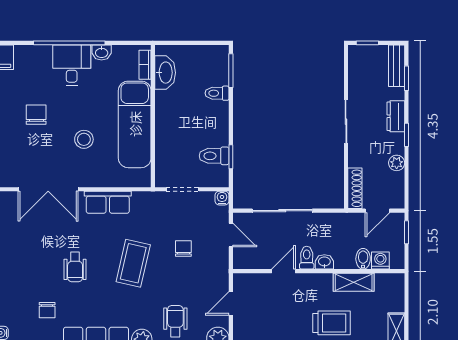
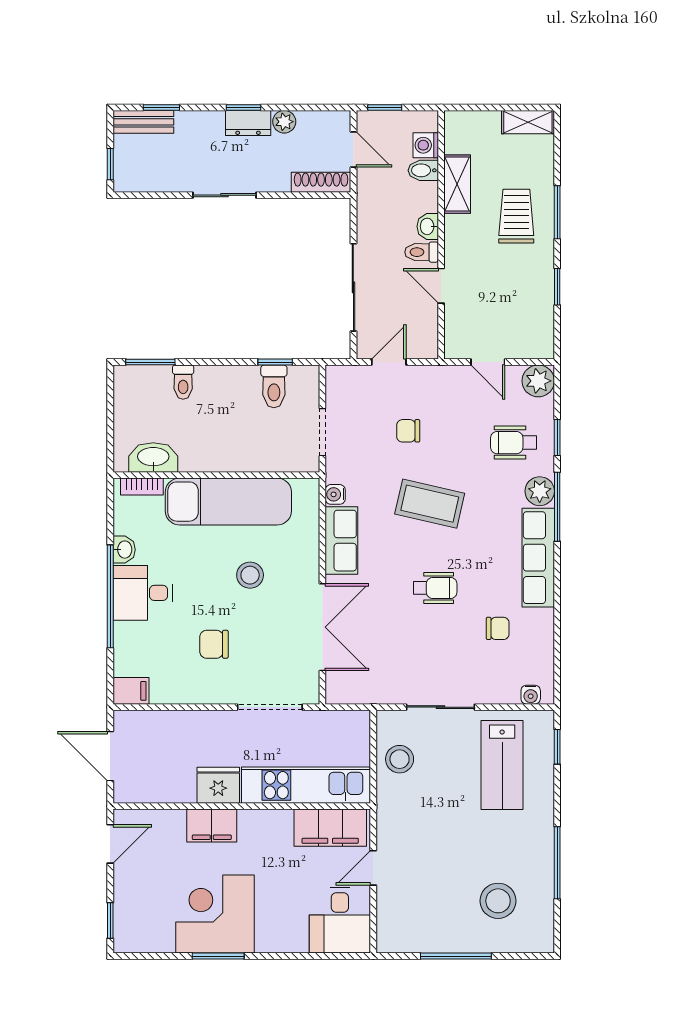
dresser: (396, 116) -> (248, 123), moved
water cooler: (222, 198) -> (335, 494), moved

